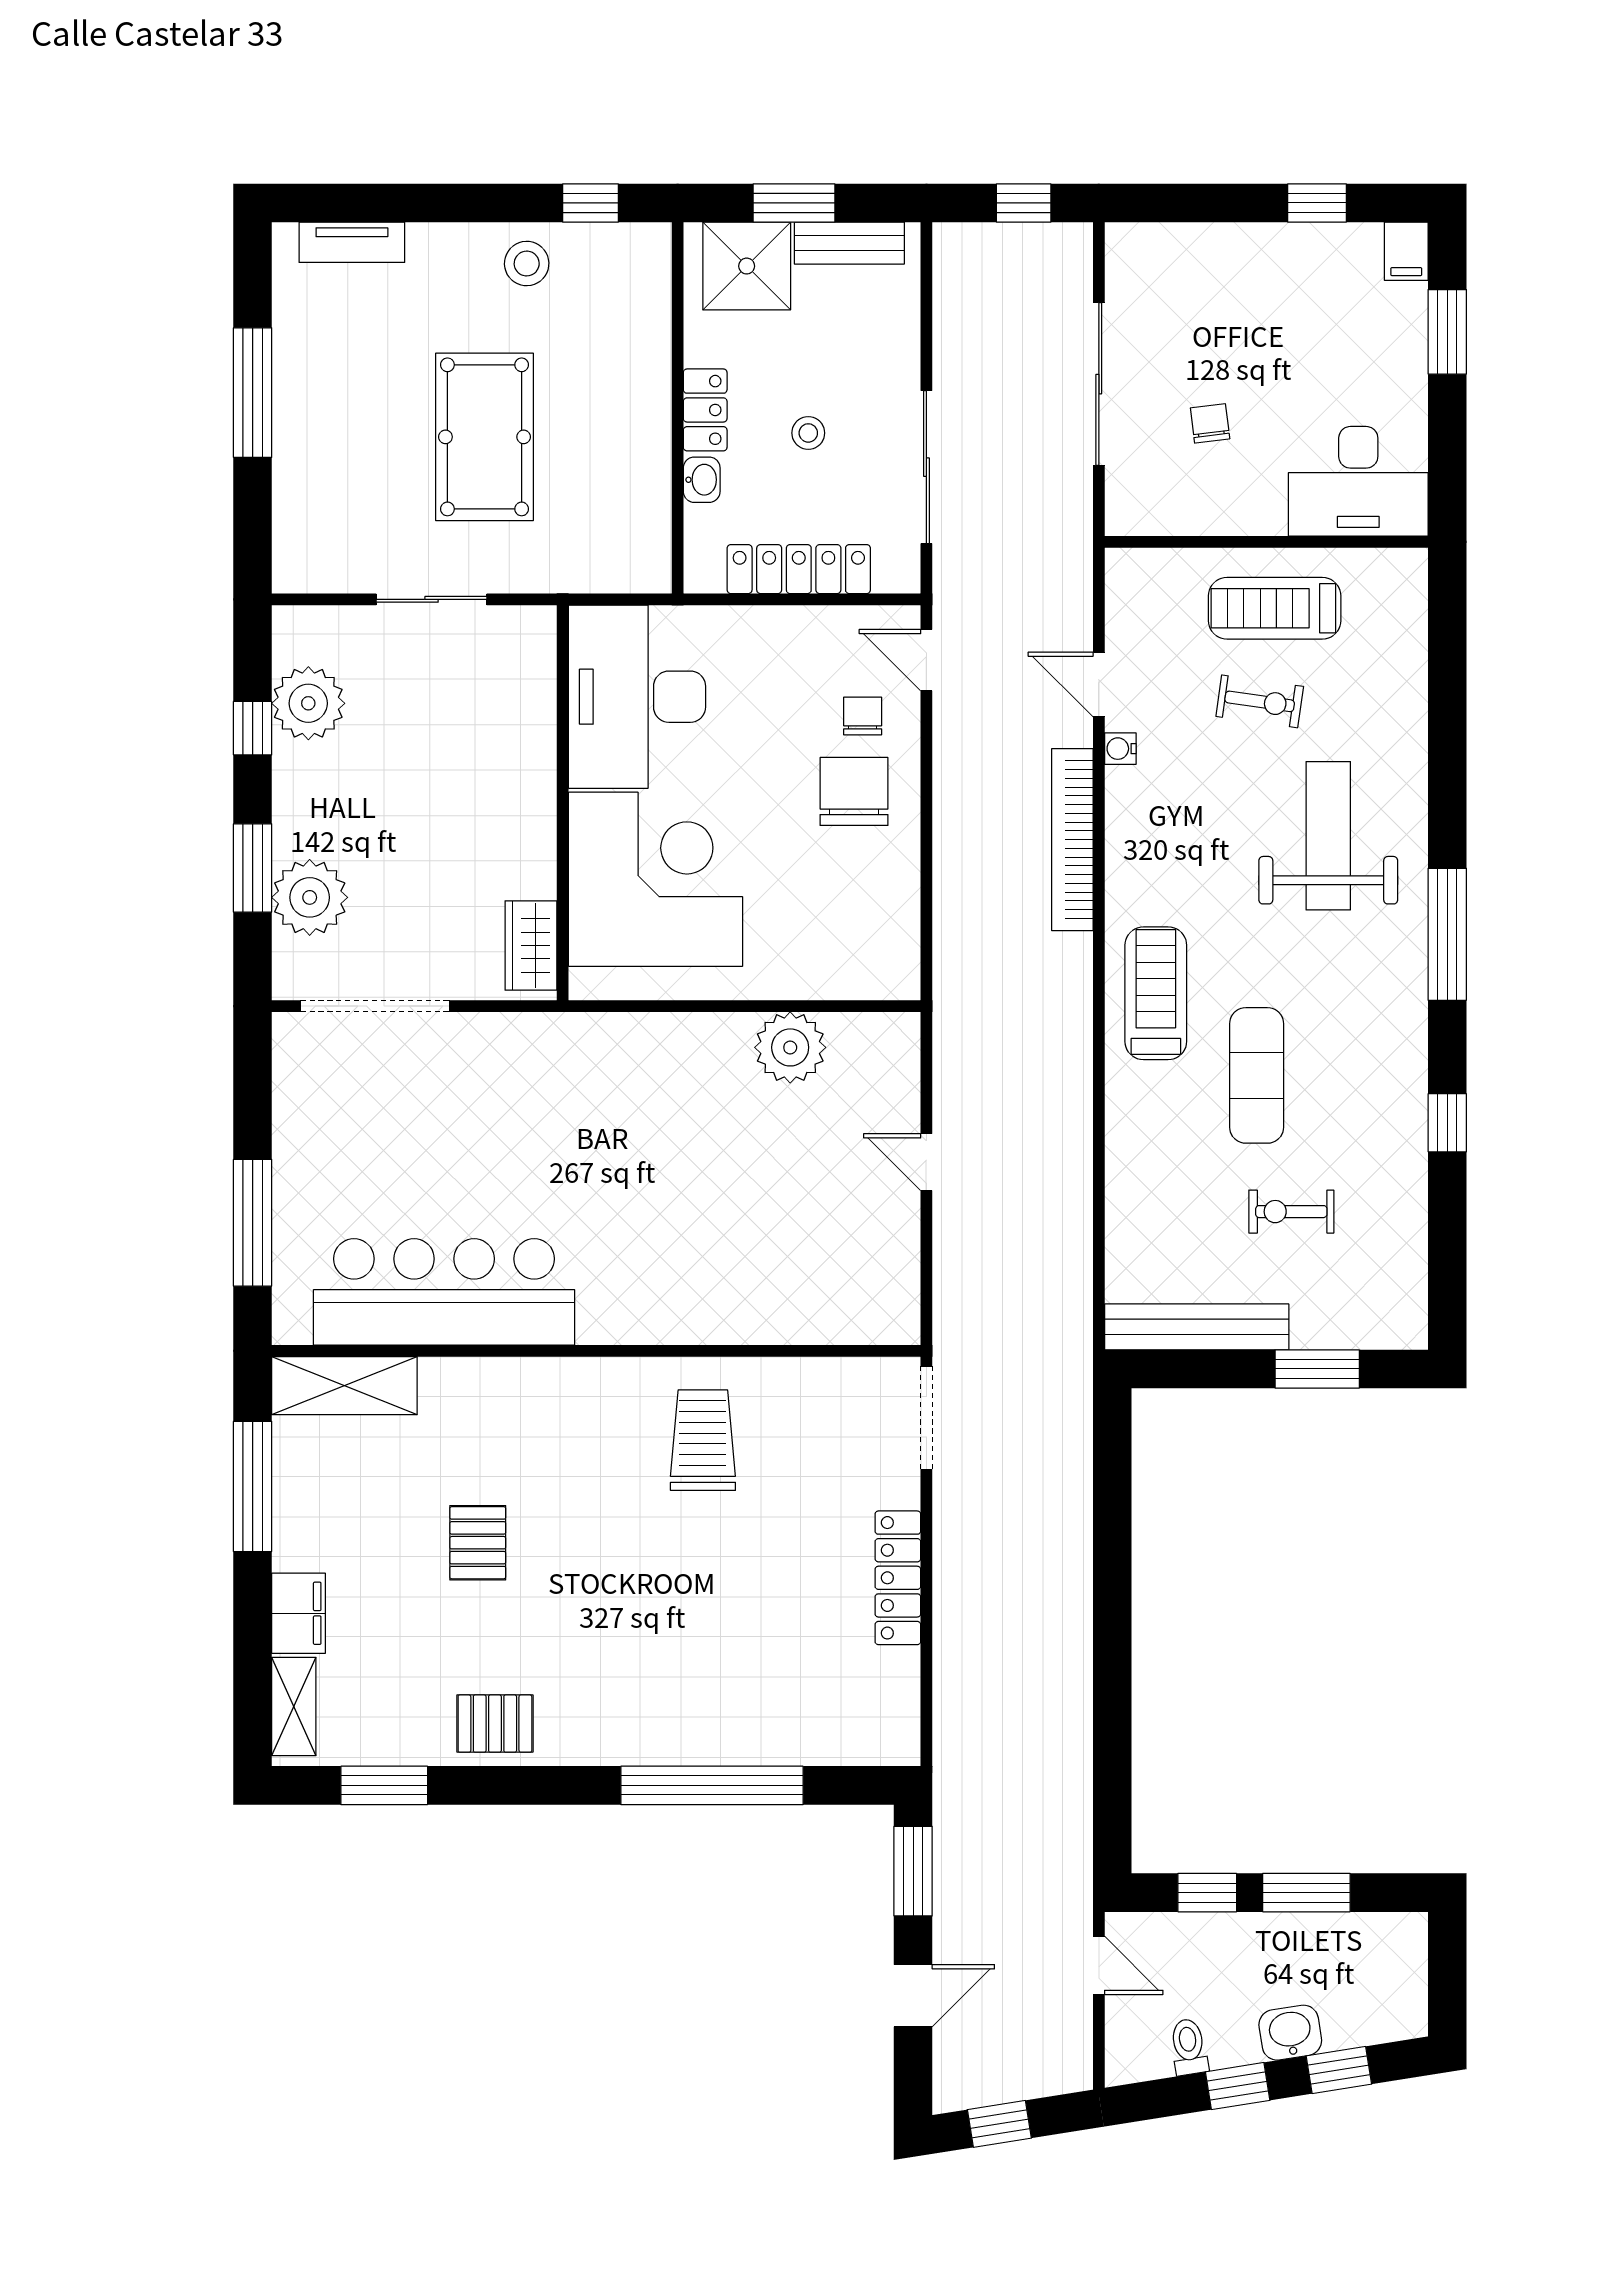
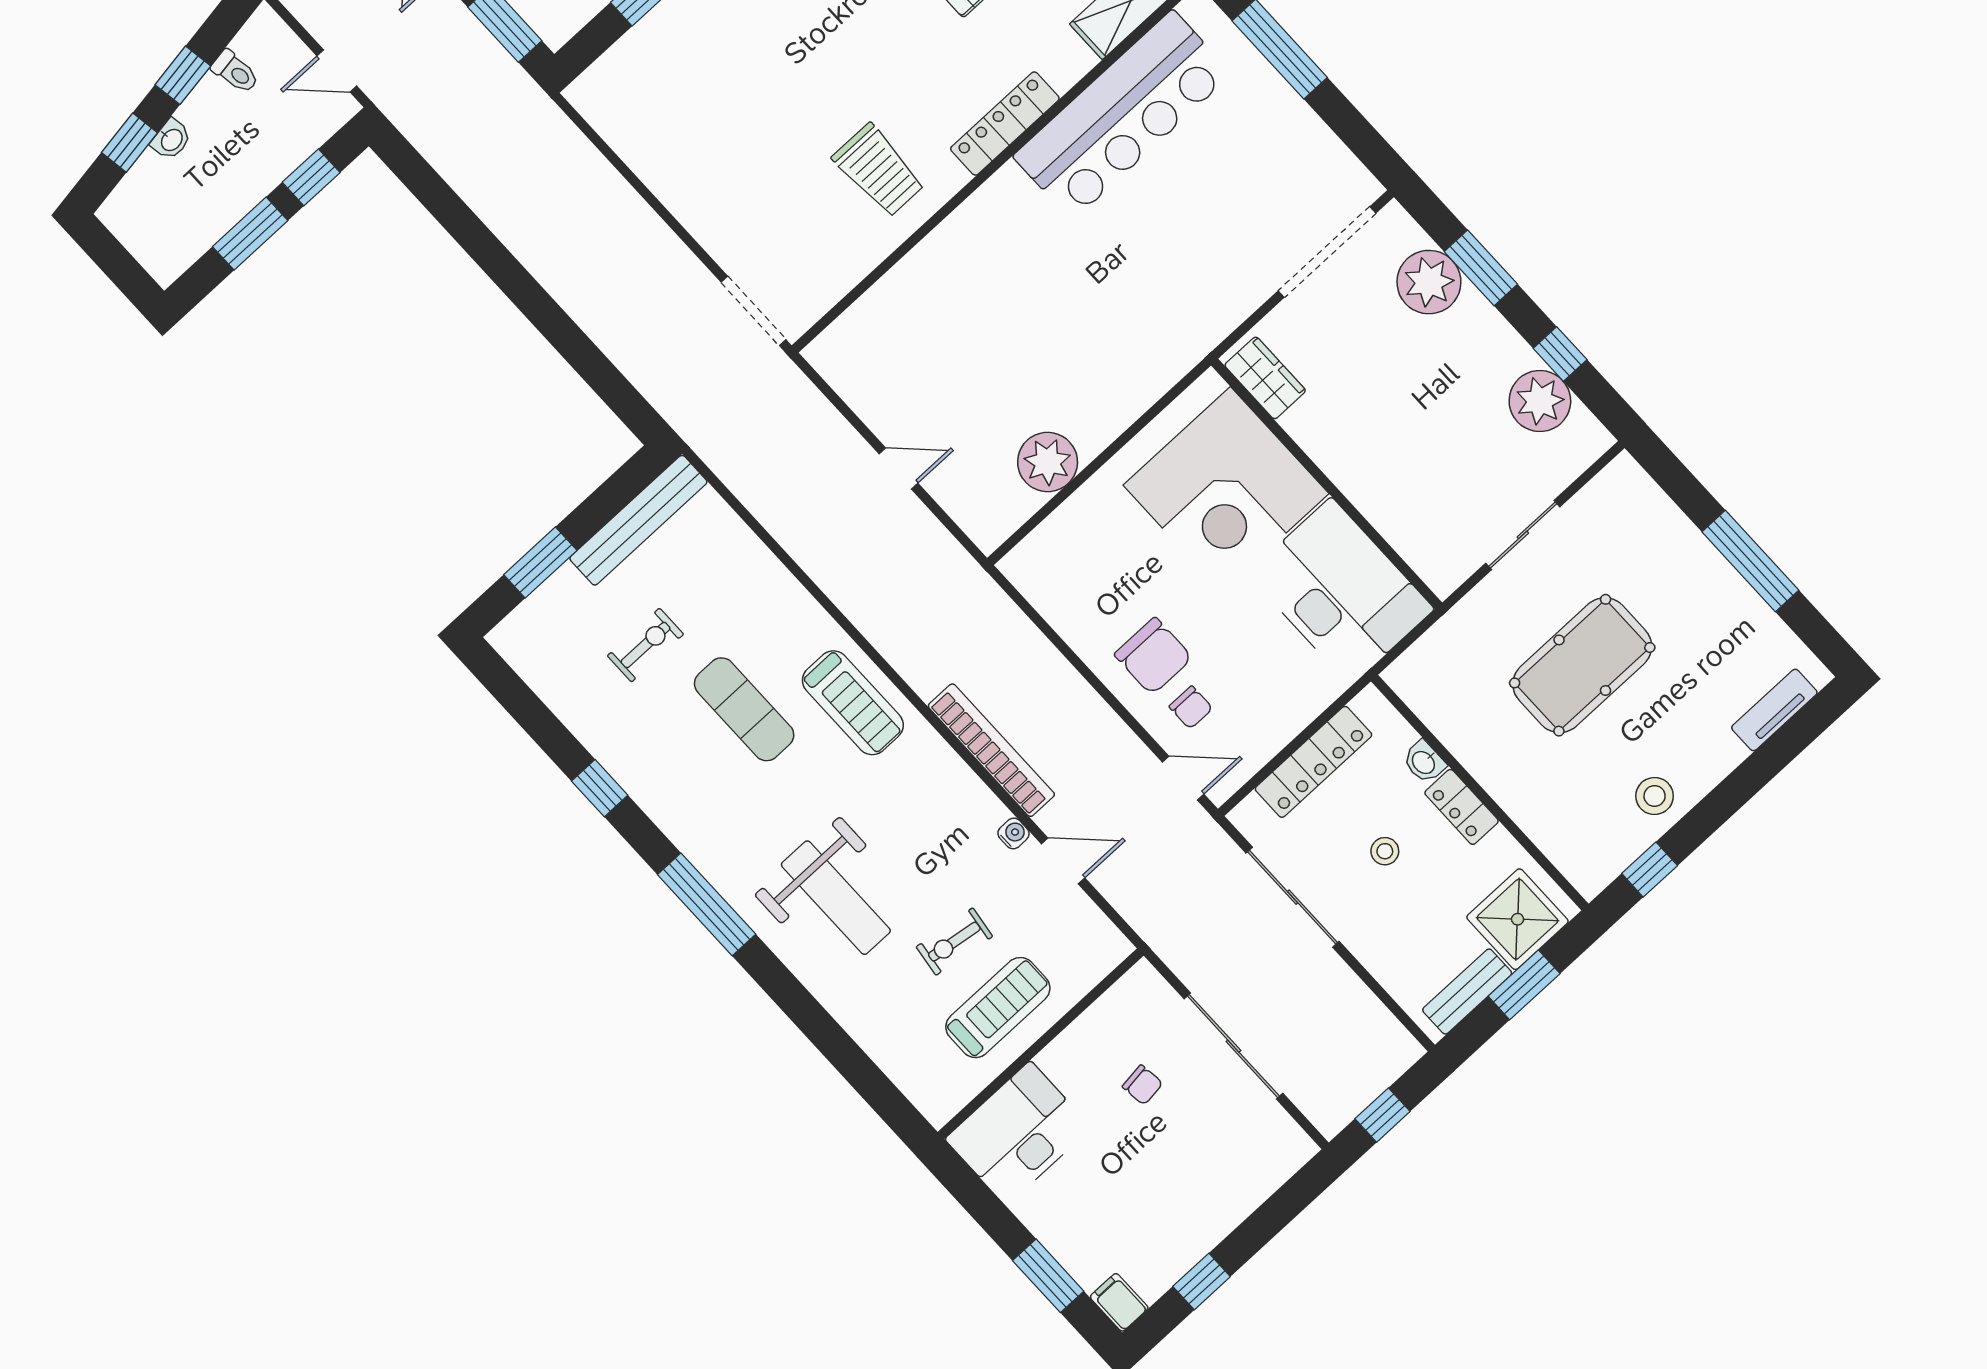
pool table: (485, 437) -> (1582, 665), turned 90
locker: (898, 1578) -> (1005, 124), moved, turned -90
washbasin: (1290, 2033) -> (171, 139), width x0.72, depth x0.69

